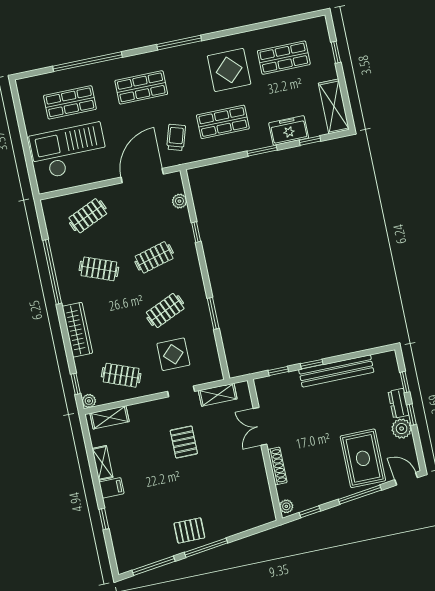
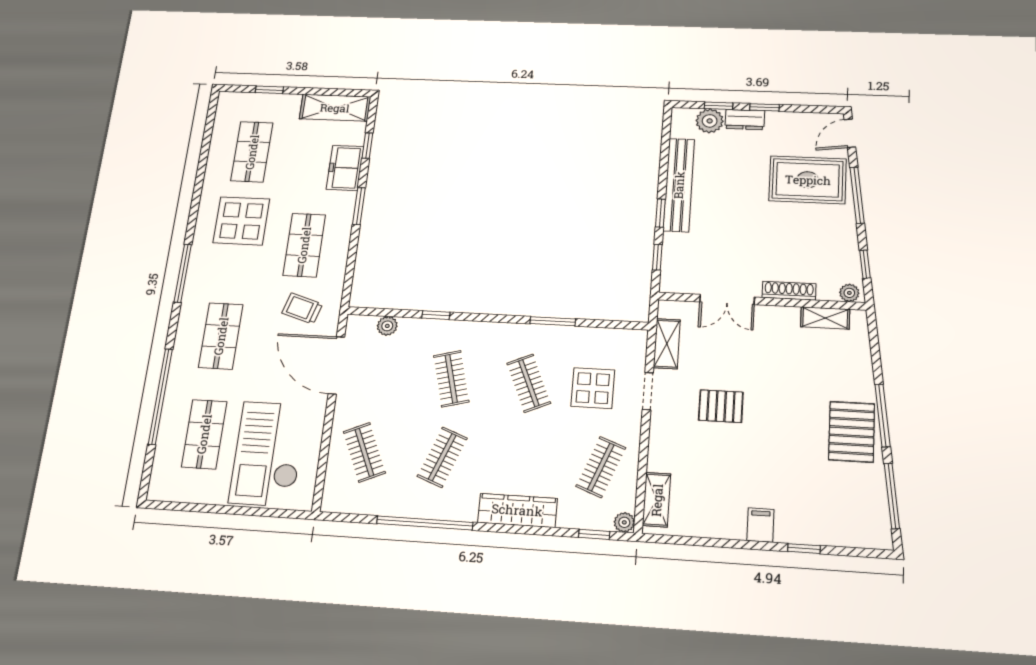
plant: (402, 429) -> (710, 121), moved
shelving: (102, 463) -> (825, 318), moved
pallet: (189, 530) -> (852, 432), width x1.50, depth x1.42

